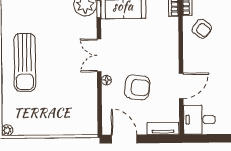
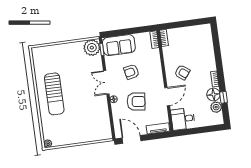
armchair: (202, 29) -> (182, 72), moved
armchair: (136, 45) -> (131, 72), added

